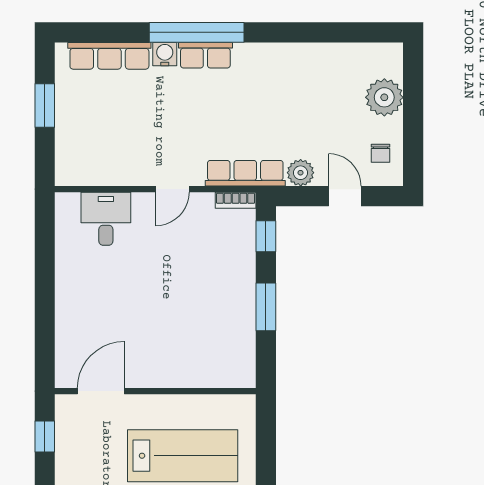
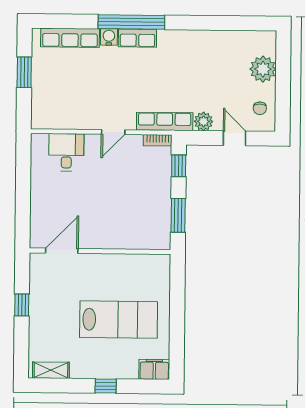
door: (101, 391) -> (62, 251), moved
wall: (155, 391) -> (100, 251), moved

